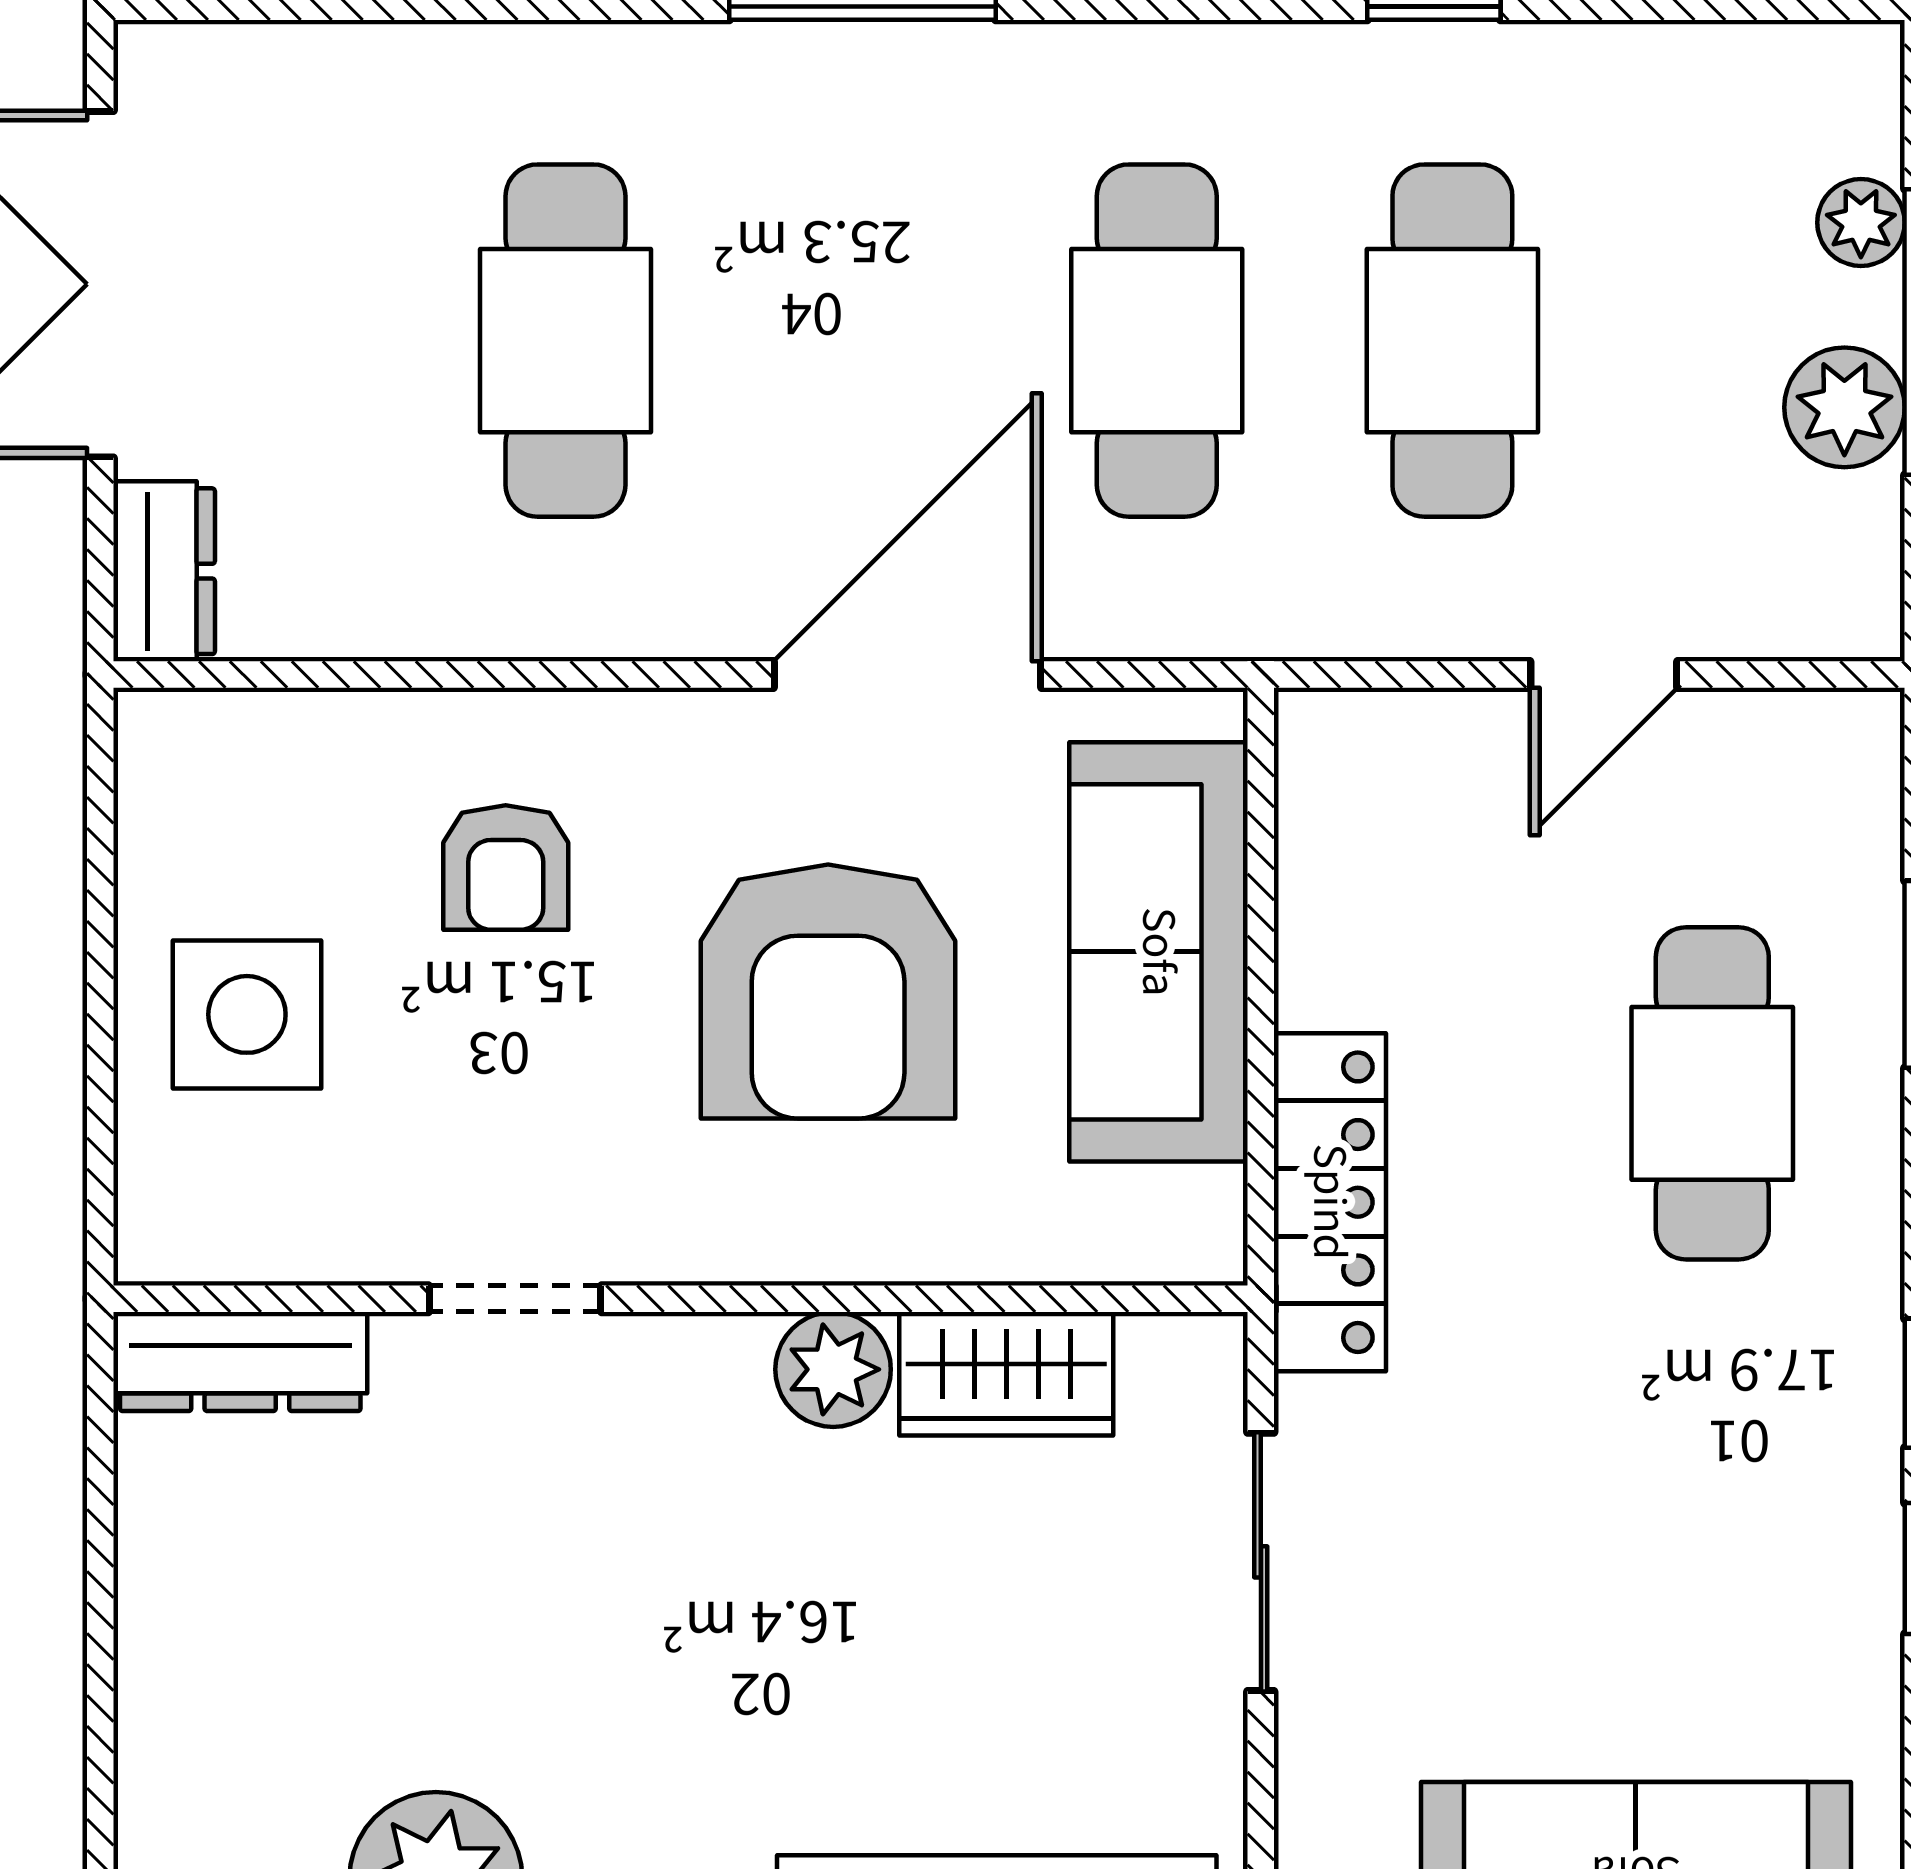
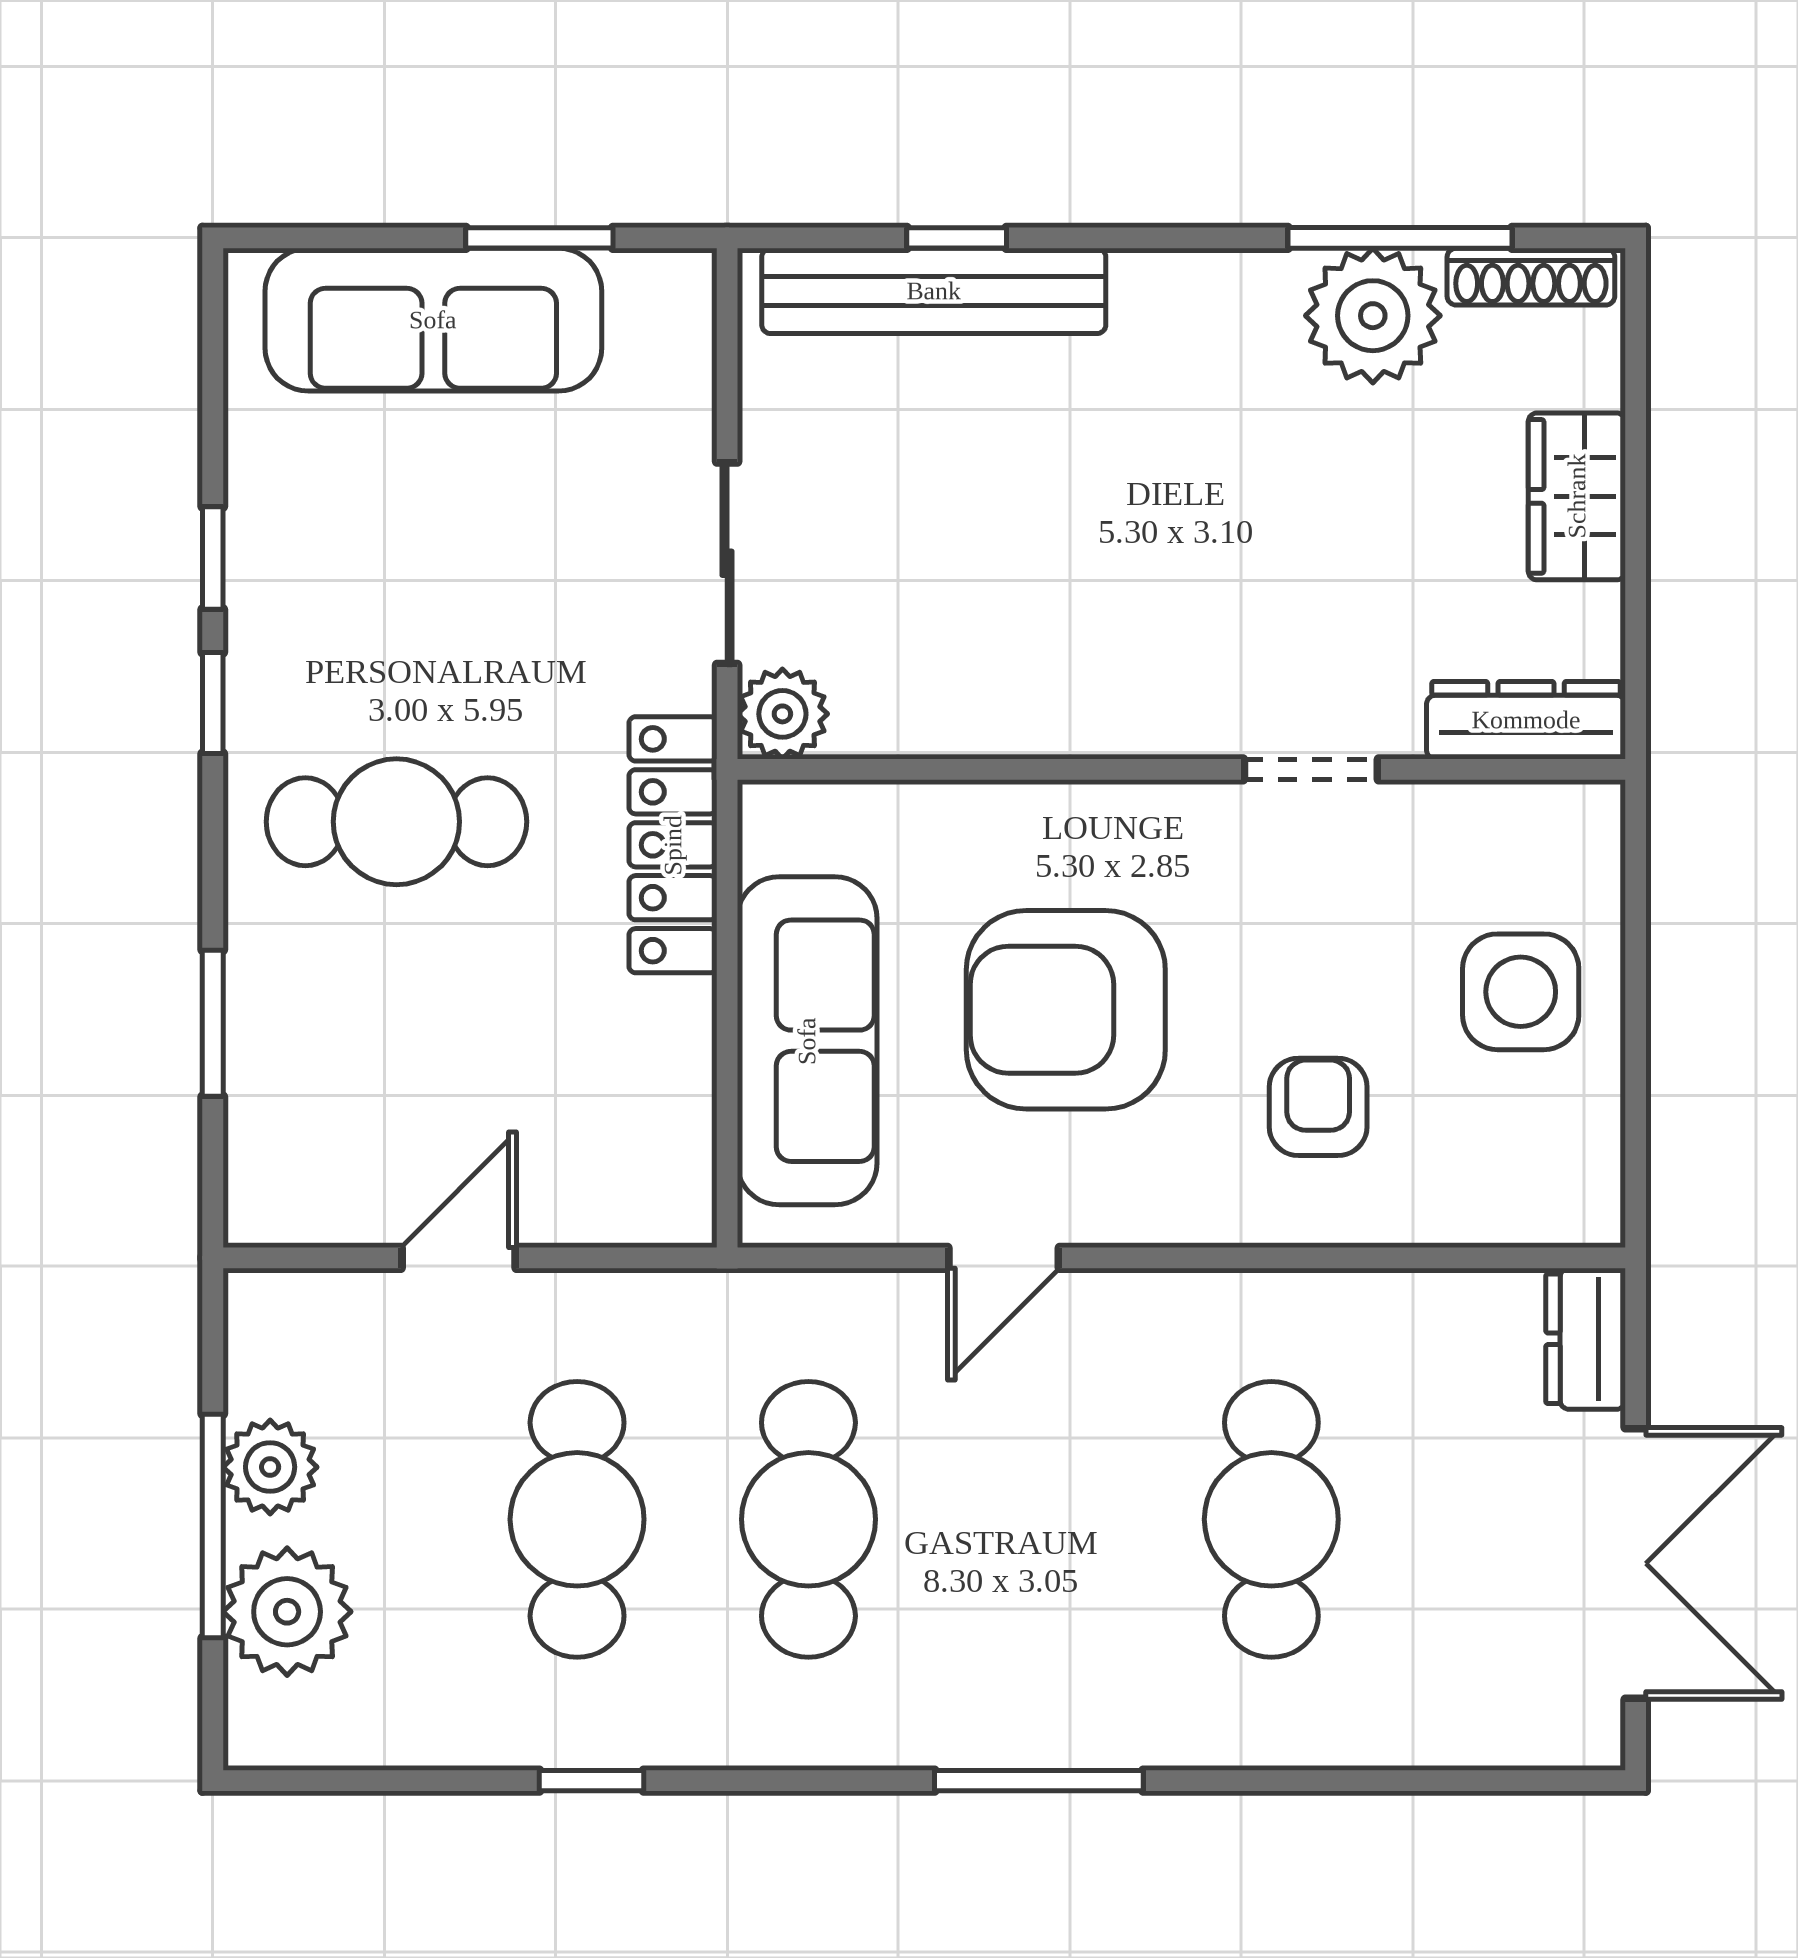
plant: (1861, 223) -> (287, 1612), width x1.88, depth x1.88
door: (908, 675) -> (1004, 1258), width x0.53
armchair: (828, 992) -> (1066, 1010), turned -90
cafe table: (1712, 1093) -> (396, 822), moved, turned 90
plant: (833, 1369) -> (782, 714), moved
wardrobe: (1006, 1374) -> (1577, 496), moved, turned -90

